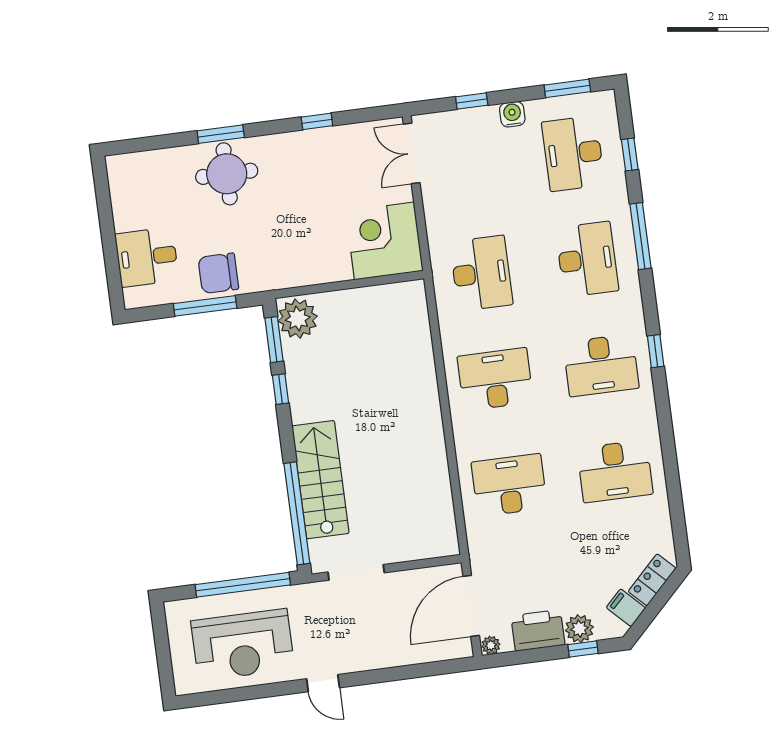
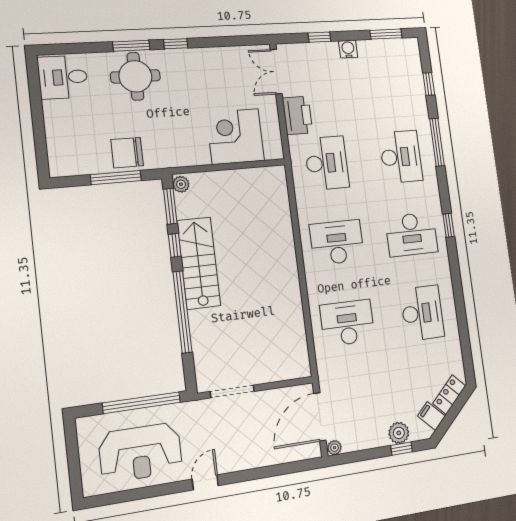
window: (317, 121) -> (176, 44), moved
desk: (573, 153) -> (390, 80), removed
corner desk: (384, 241) -> (235, 137), moved
desk: (147, 257) -> (63, 77), moved
plant: (298, 319) -> (181, 184), width x0.53, depth x0.53
desk: (615, 471) -> (422, 313), turned -90
stairs: (320, 480) -> (199, 263), moved
window: (297, 513) -> (182, 312), moved
printer: (538, 630) -> (298, 115), moved, turned 90
door: (323, 683) -> (205, 482), swing flipped

